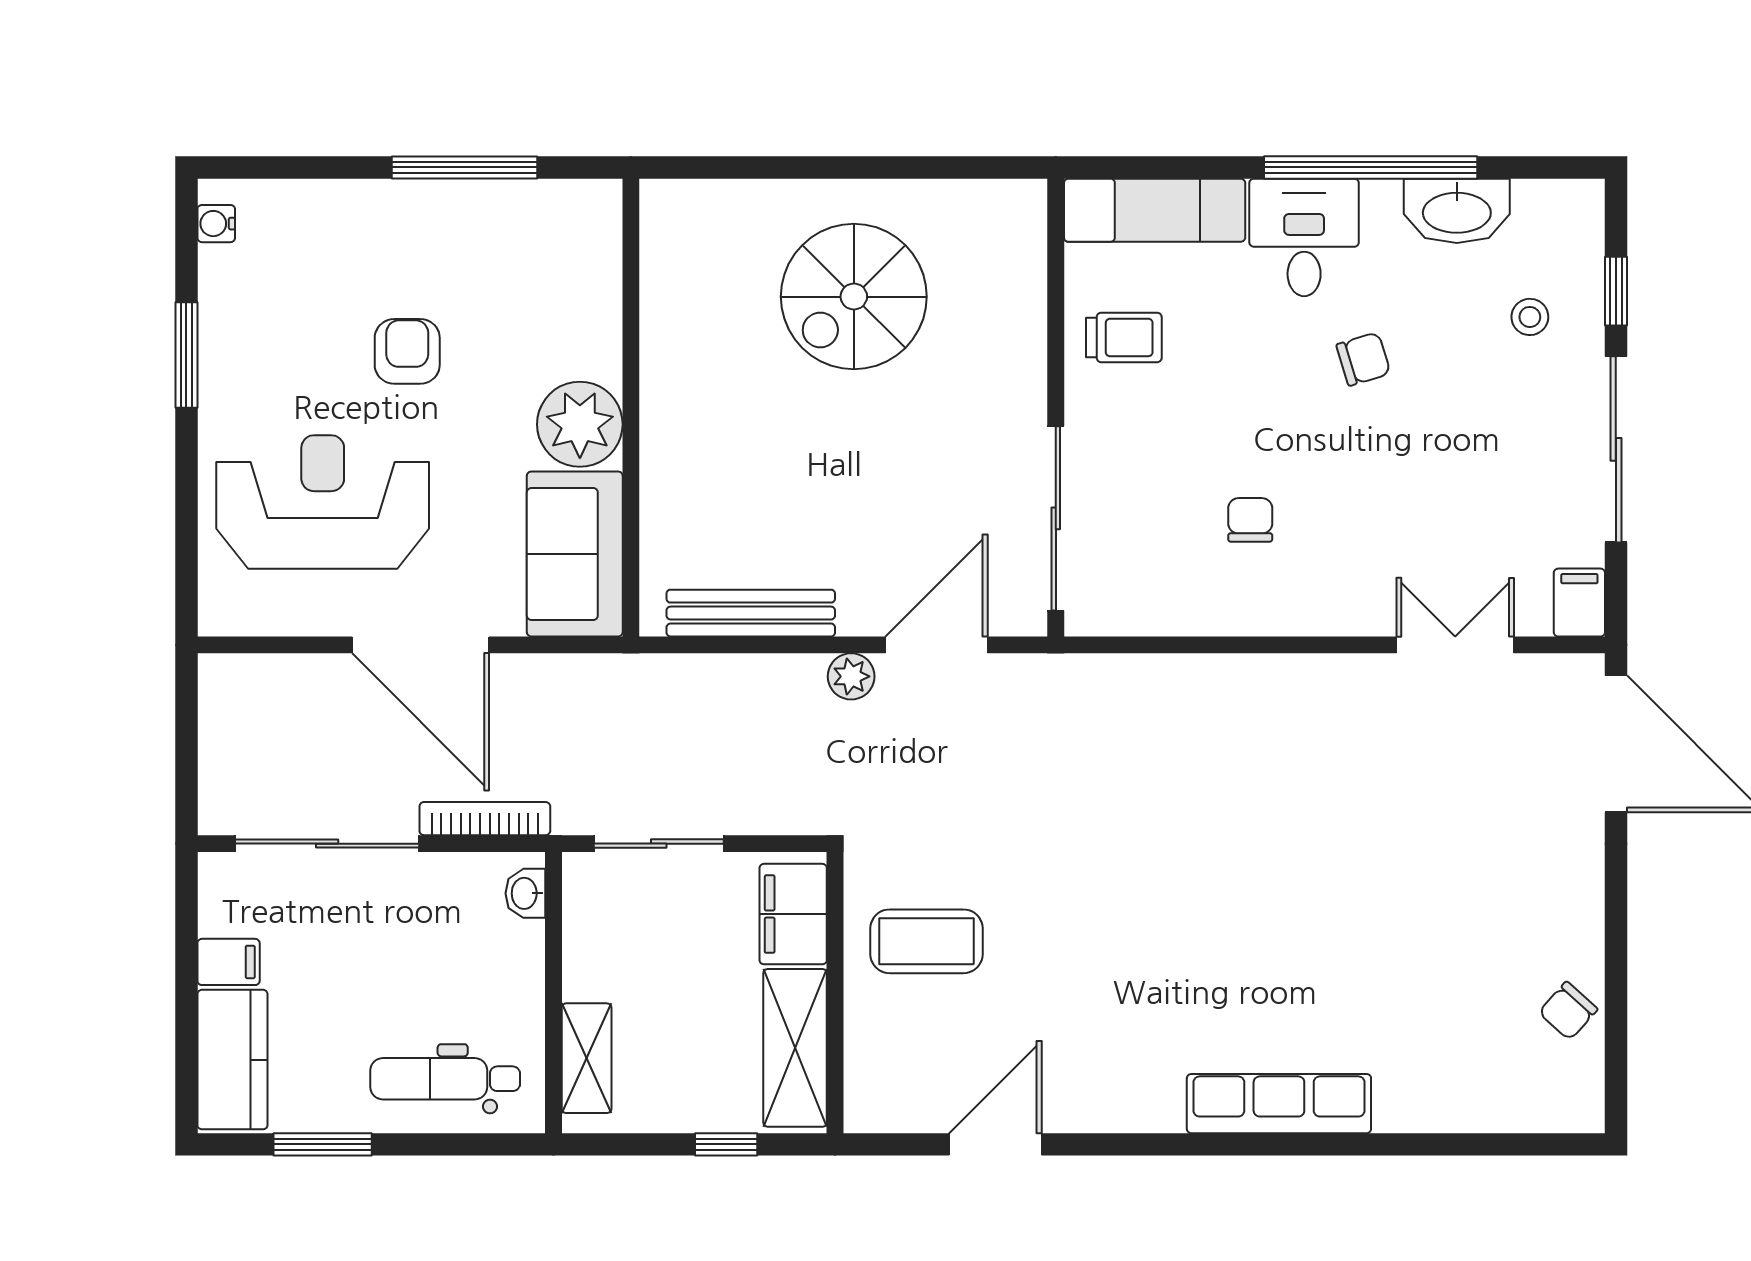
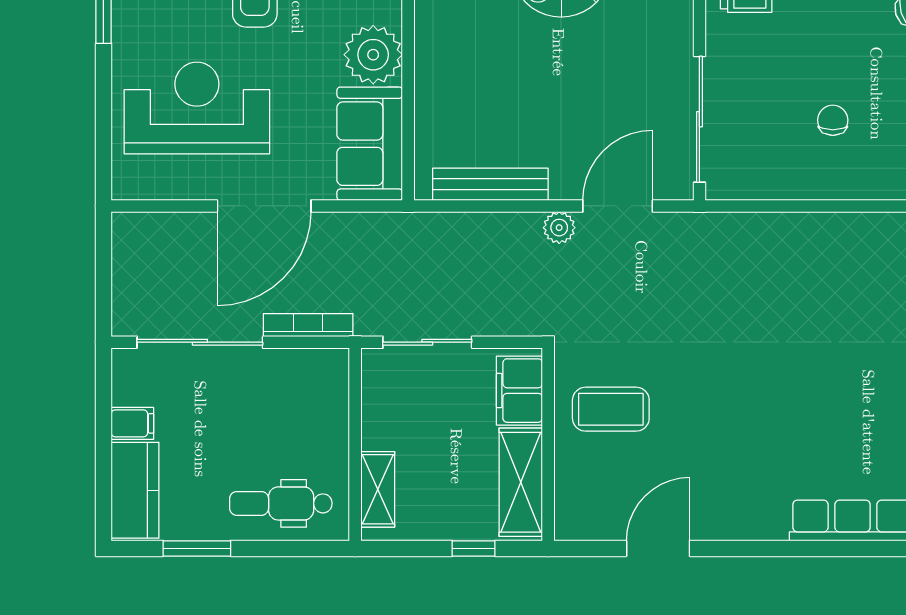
door: (421, 645) -> (264, 206), hinge flipped
washbasin: (525, 893) -> (336, 376), removed

